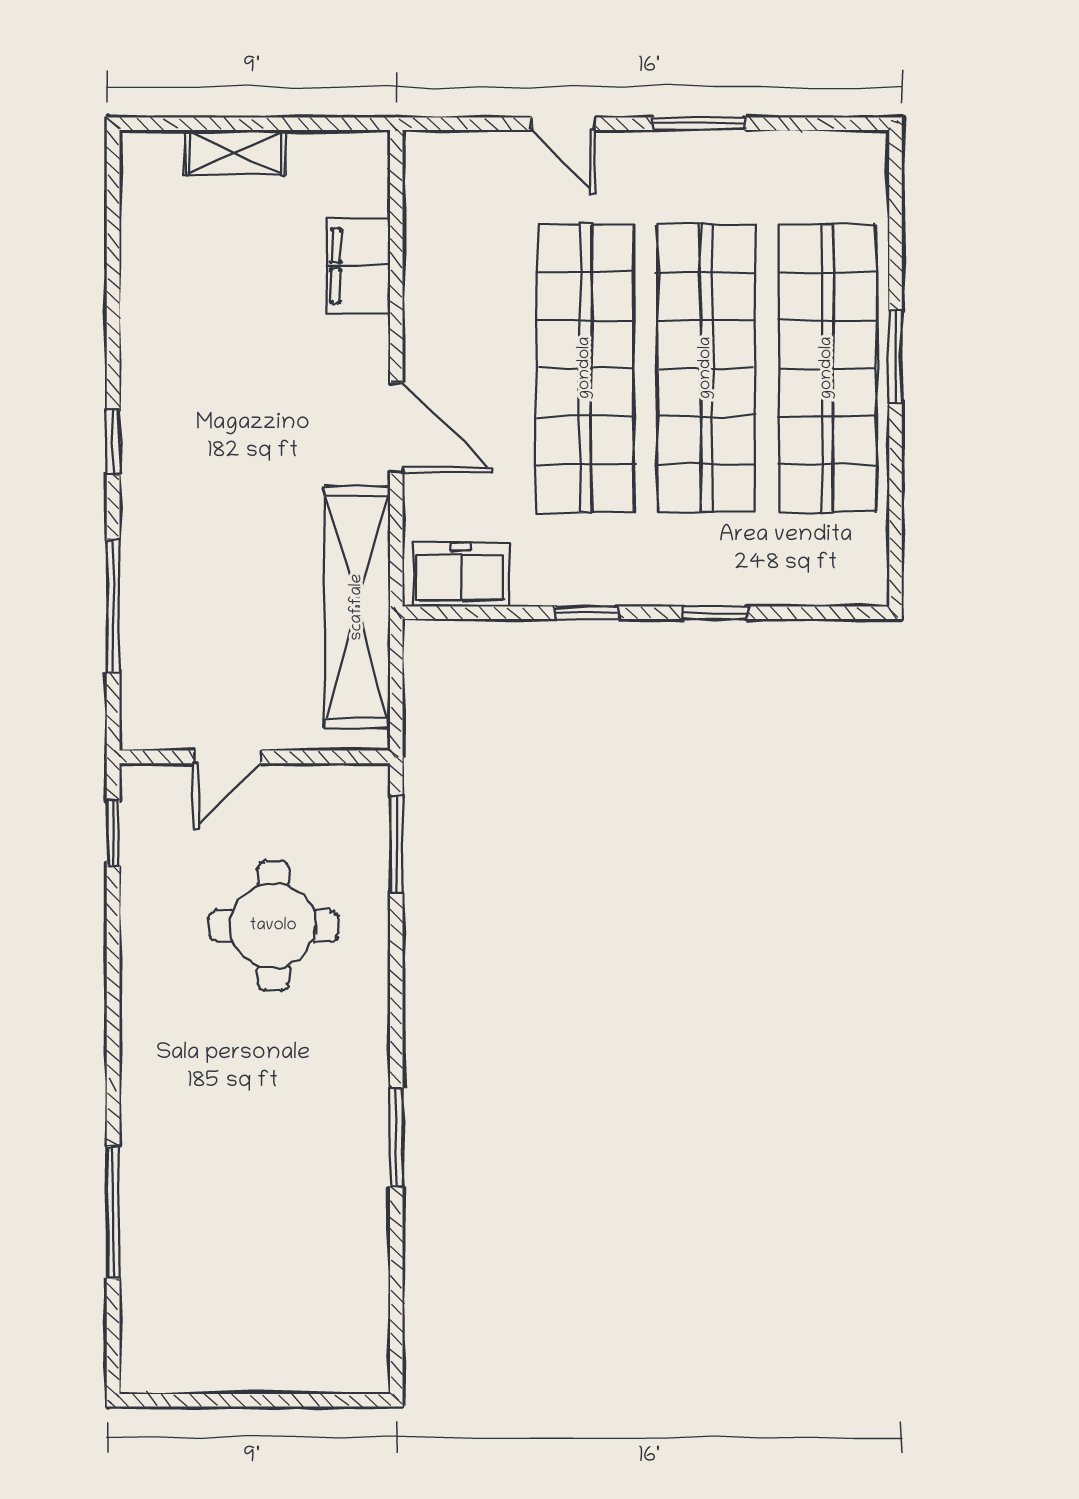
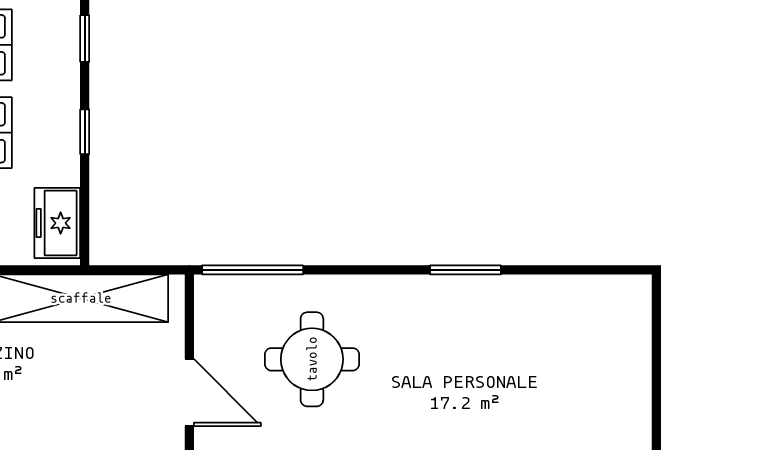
door: (227, 757) -> (189, 393), width x1.38
window: (396, 844) -> (253, 270), width x1.44

